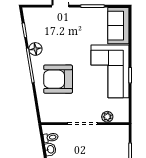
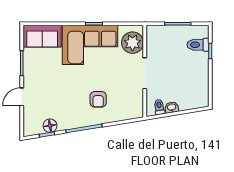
floor lamp: (35, 49) -> (50, 126), moved
armchair: (58, 79) -> (98, 99), width x0.53, depth x0.53
plant: (107, 117) -> (132, 43), width x1.88, depth x1.88

